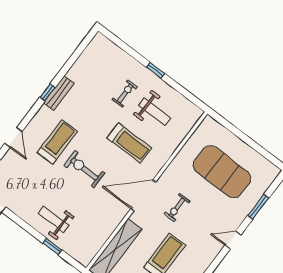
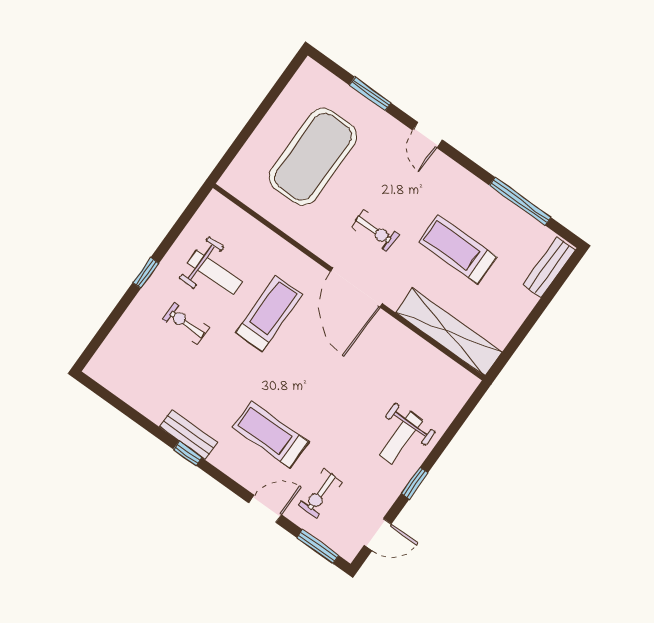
weight bench: (155, 112) -> (215, 272), turned 90
exercise bike: (84, 169) -> (320, 494), moved, width x0.73, depth x0.72
window: (52, 247) -> (415, 483), moved

